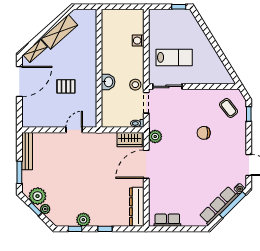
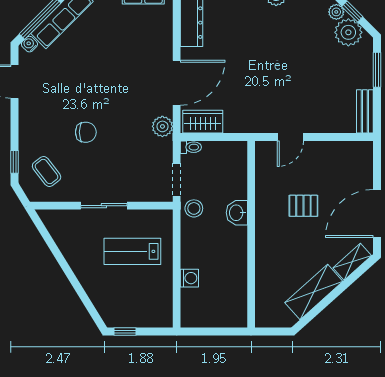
sliding door: (167, 86) -> (104, 206), moved
bench: (27, 151) -> (365, 111), width x0.73

